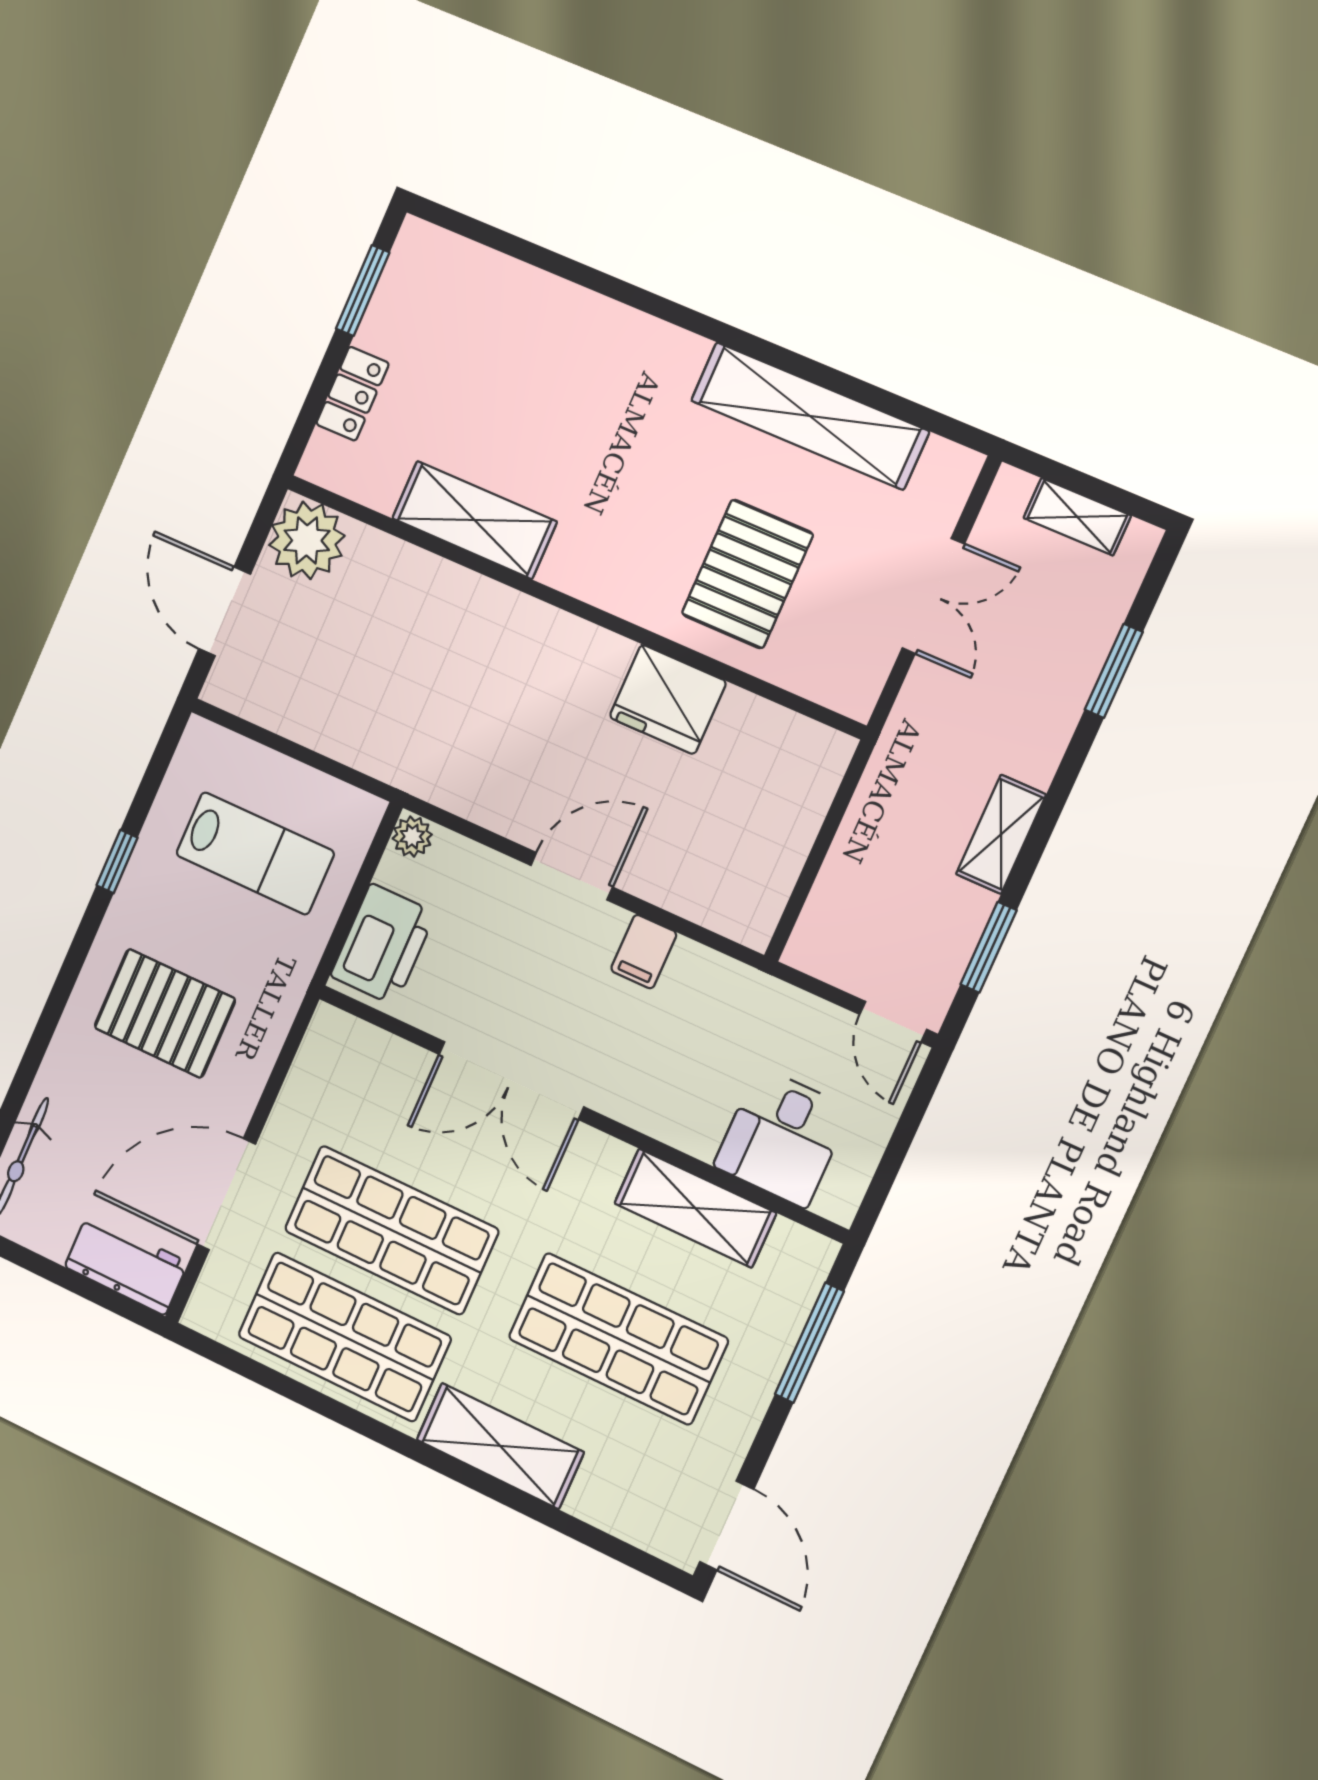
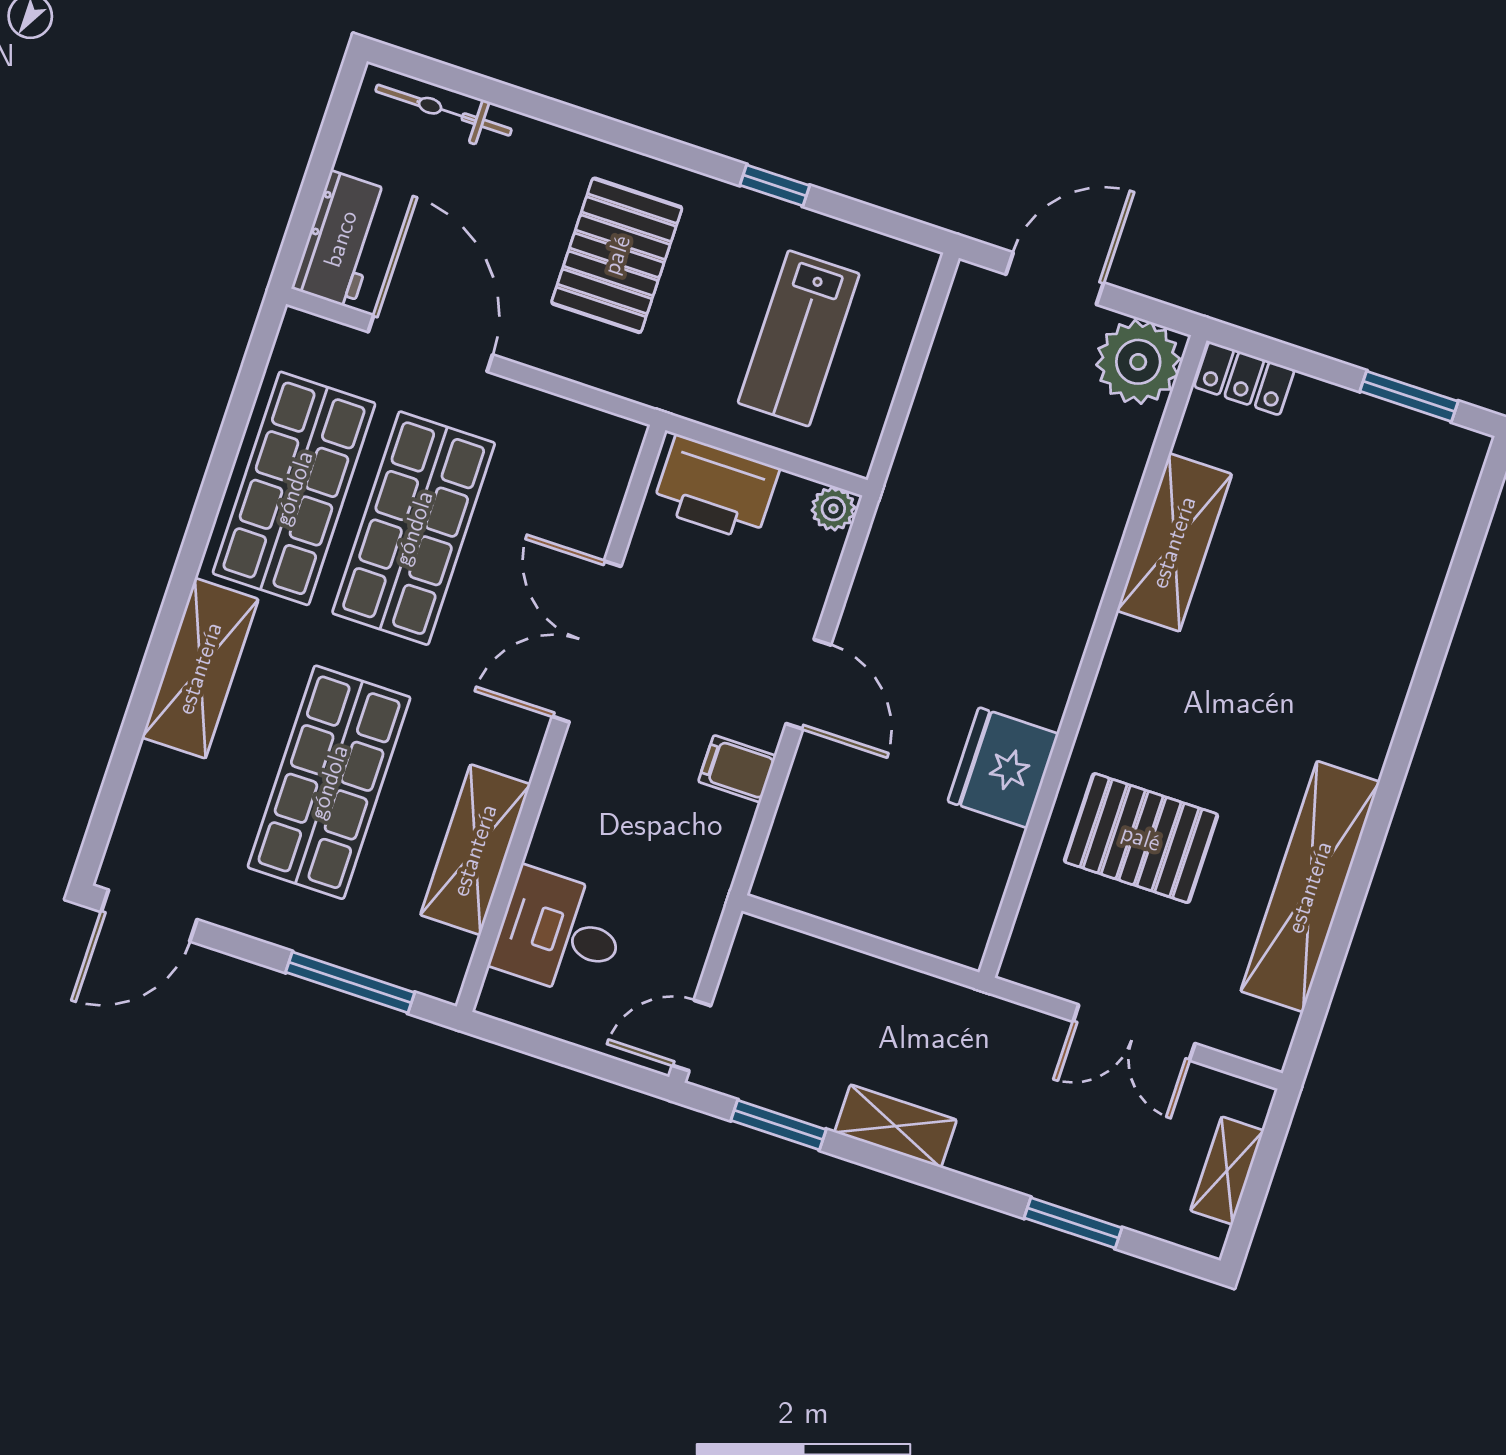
locker: (353, 394) -> (1244, 378), moved

